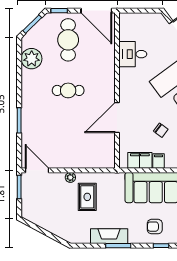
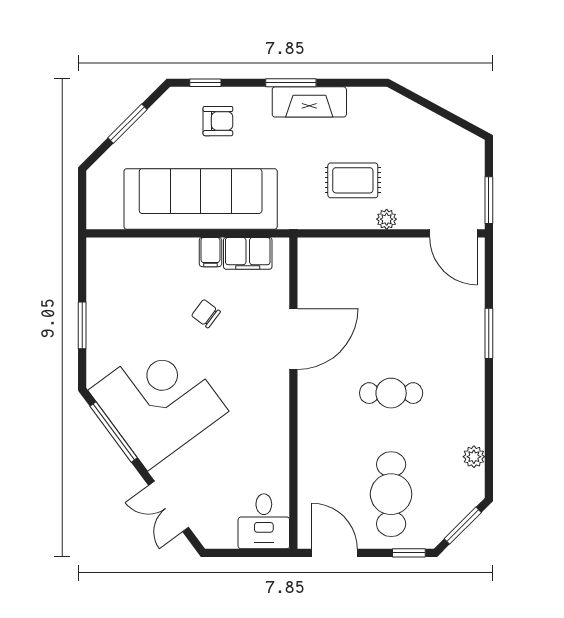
door: (96, 11) -> (335, 553), width x0.73
desk: (133, 54) -> (264, 521), moved, turned 90
plant: (32, 59) -> (474, 457), width x0.53, depth x0.53
rug: (87, 197) -> (353, 180), turned 90

